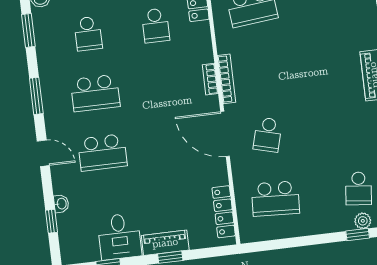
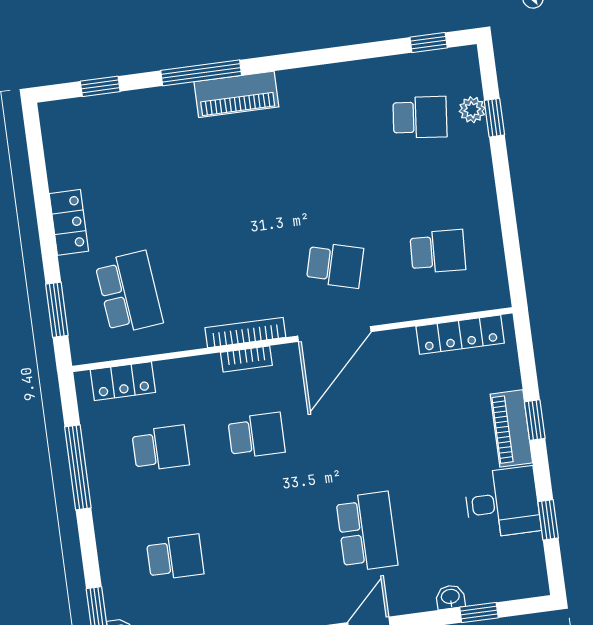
school desk: (95, 93) -> (256, 436), moved, width x0.54
school desk: (275, 199) -> (438, 251), width x0.54

